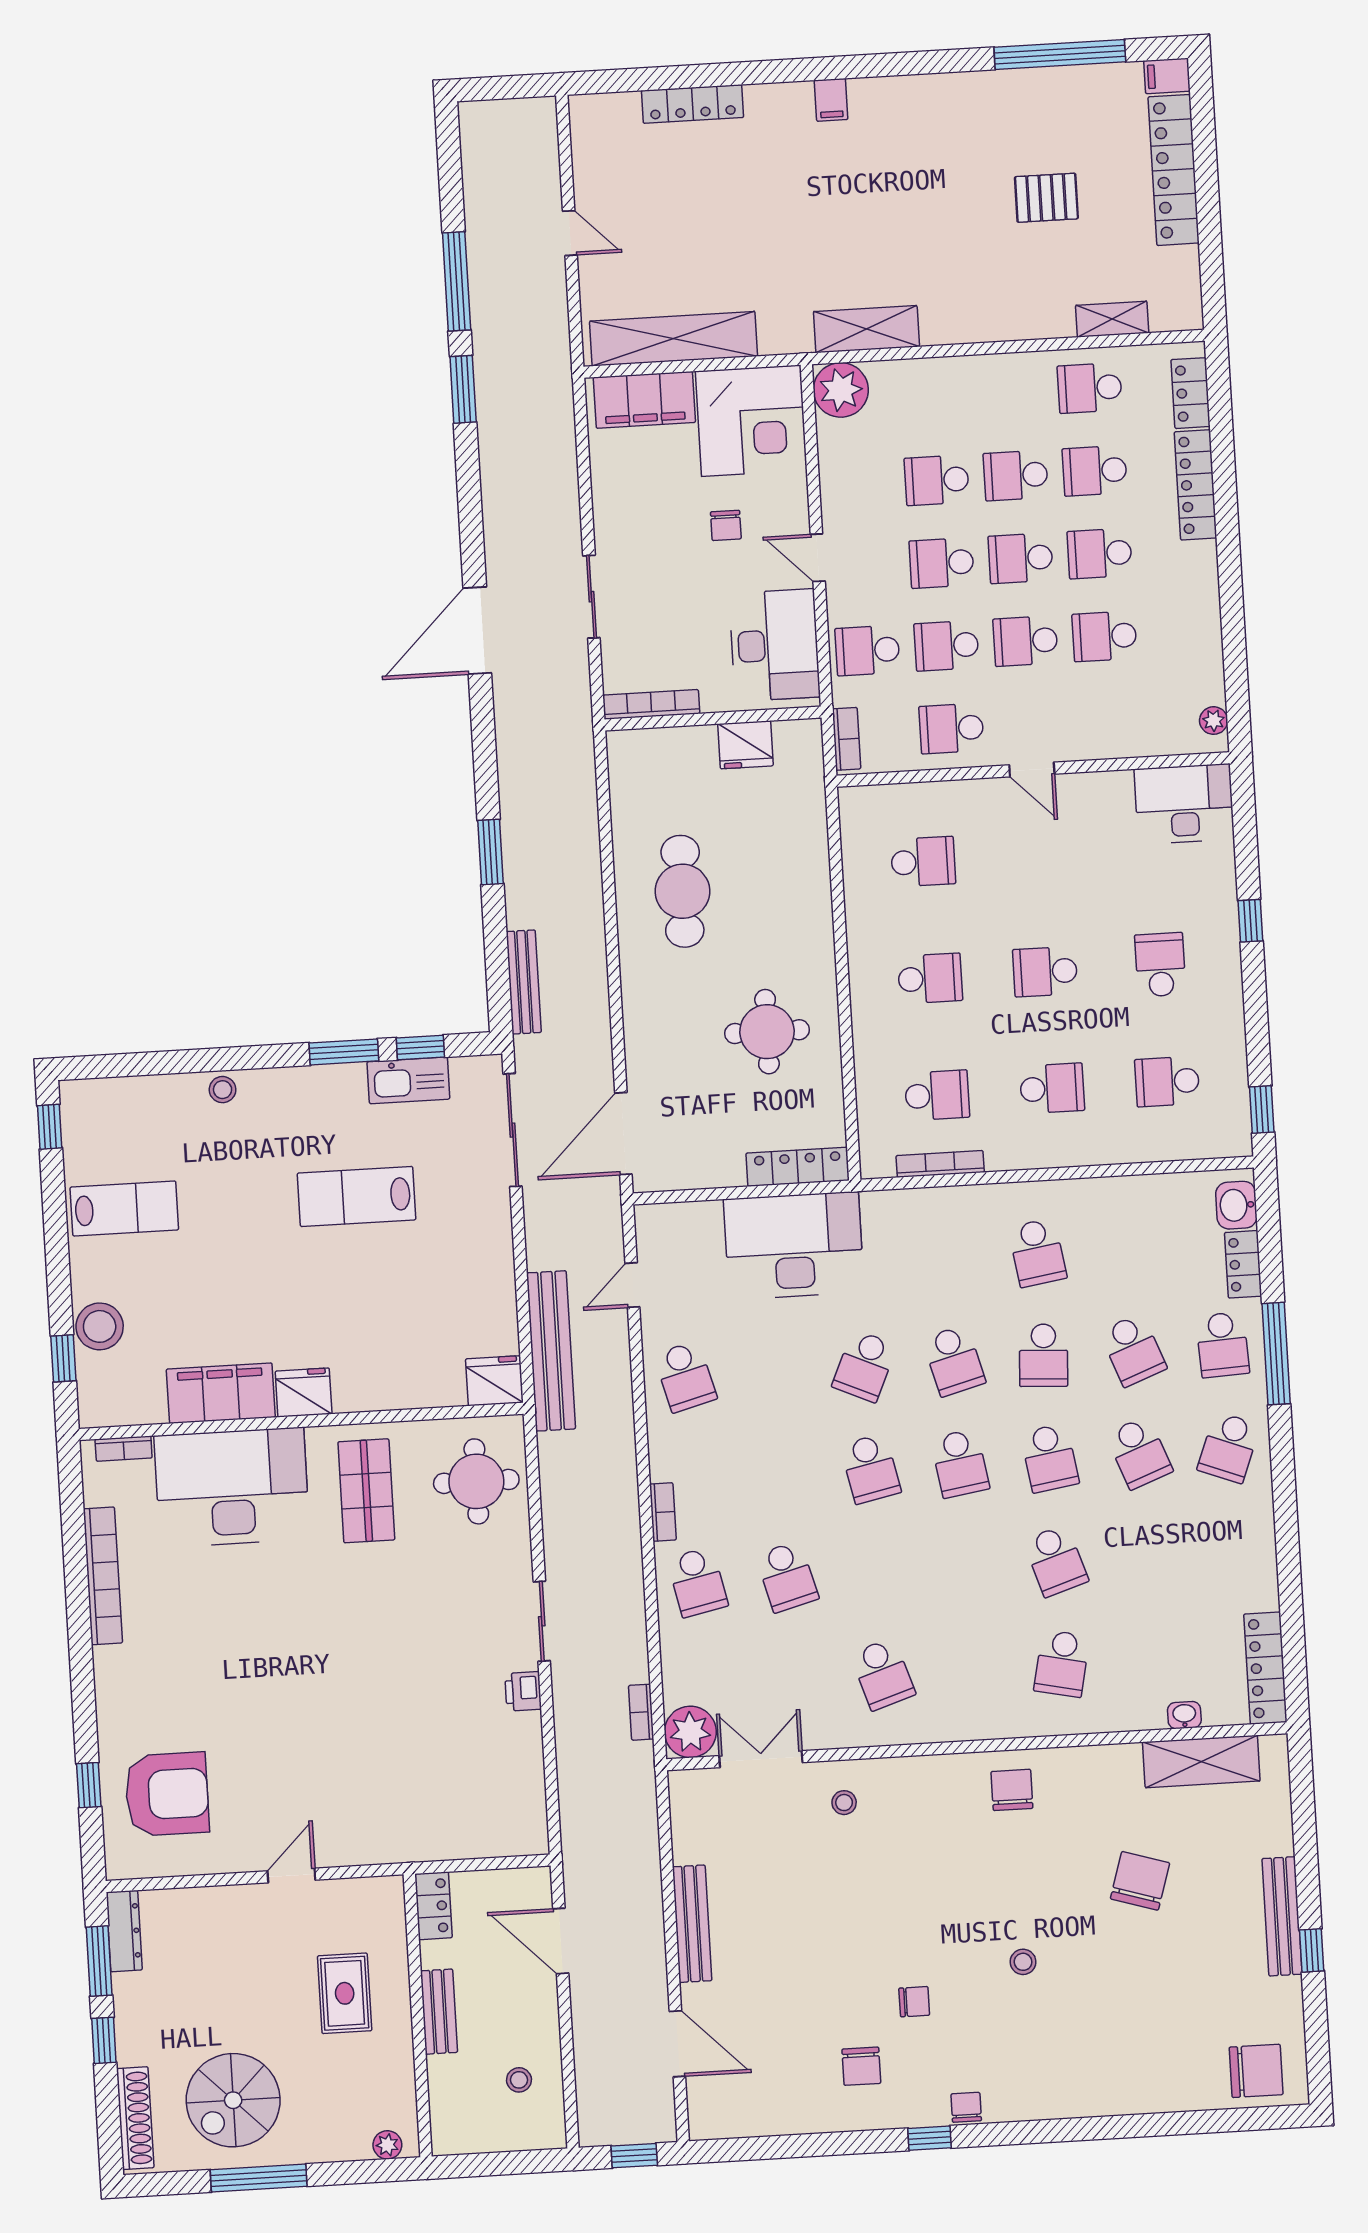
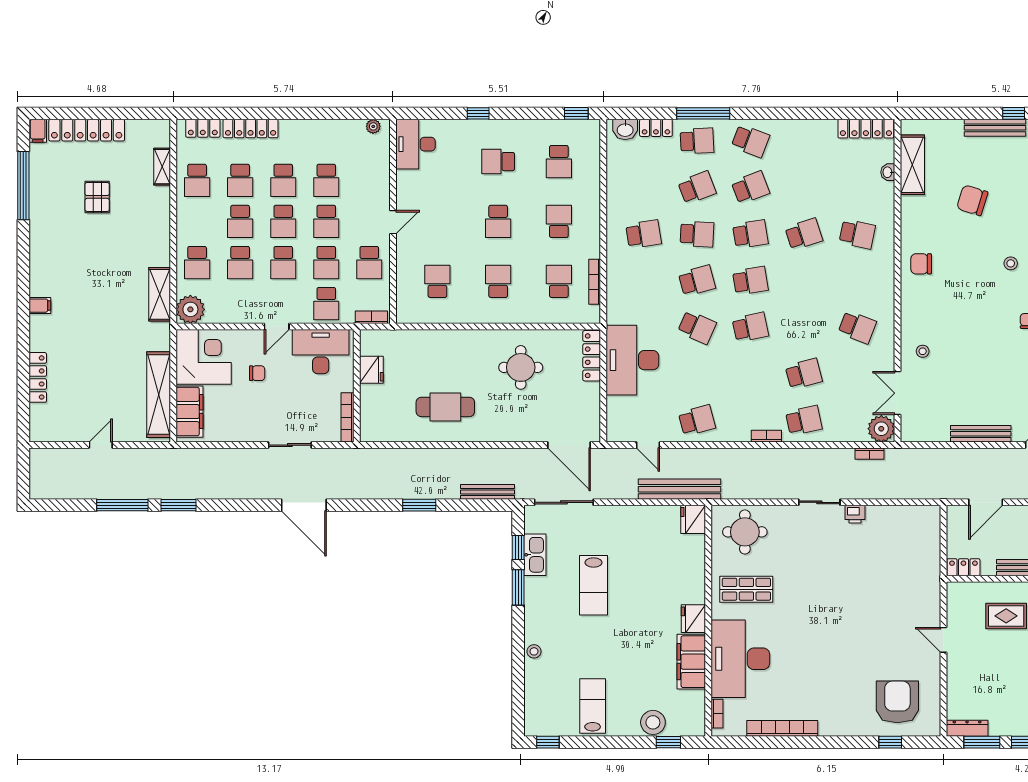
school desk: (932, 397) -> (197, 263), added
school desk: (883, 1674) -> (857, 327), turned 39

